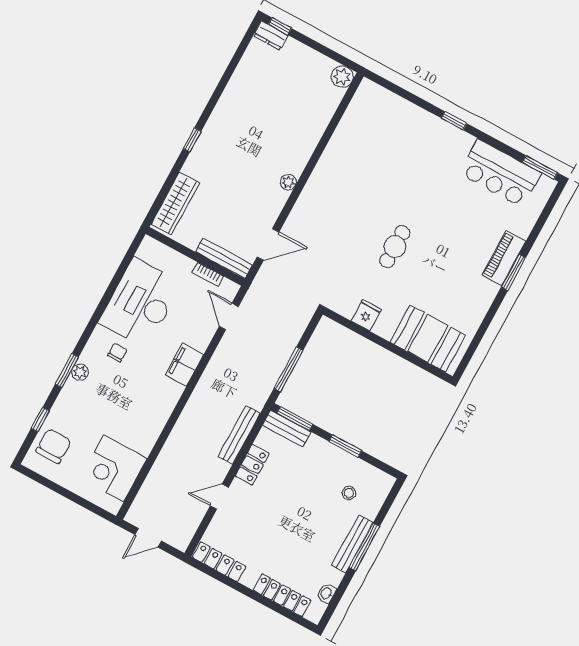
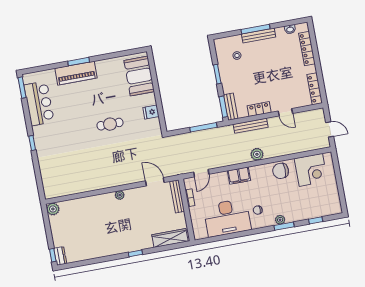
piano: (504, 258) -> (76, 73), width x1.37, depth x1.33
plant: (194, 412) -> (257, 154), added
chair: (53, 446) -> (281, 171), moved

